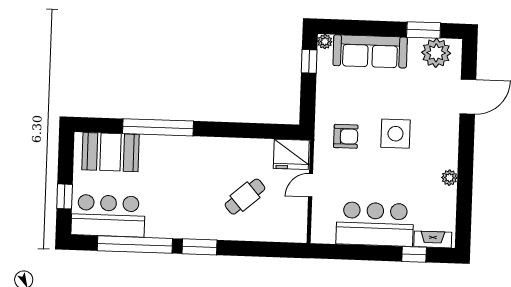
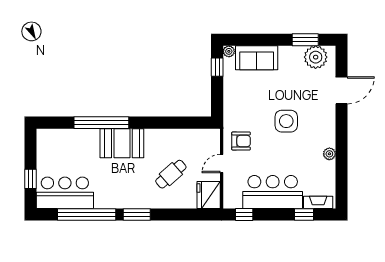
sofa: (370, 51) -> (257, 58), width x0.73
armchair: (346, 136) -> (241, 141), moved
booth: (110, 152) -> (122, 143), moved
fridge: (291, 154) -> (209, 195), moved, turned 90
window: (337, 252) -> (244, 214), added

